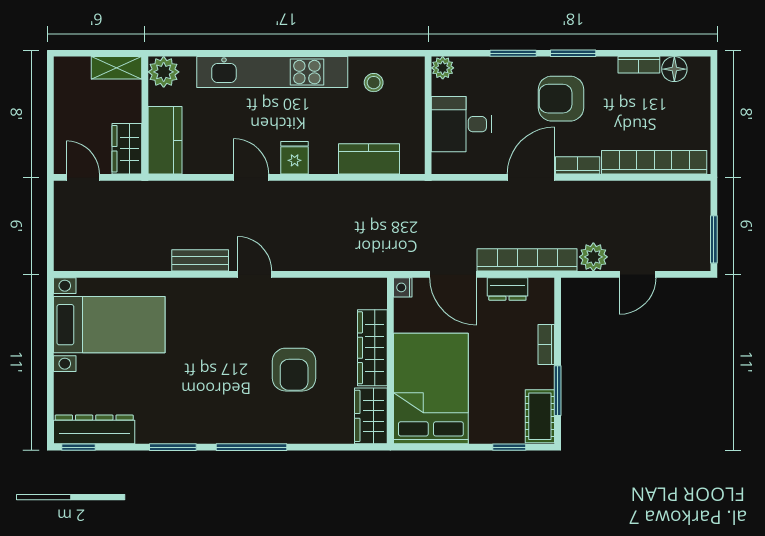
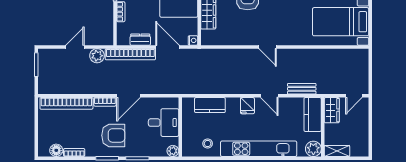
door: (83, 177) -> (354, 96), hinge flipped
bench: (200, 260) -> (302, 89), moved

